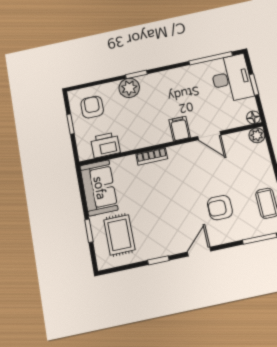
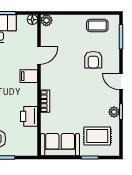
printer: (105, 145) -> (29, 116), moved
plant: (156, 251) -> (114, 112), added

